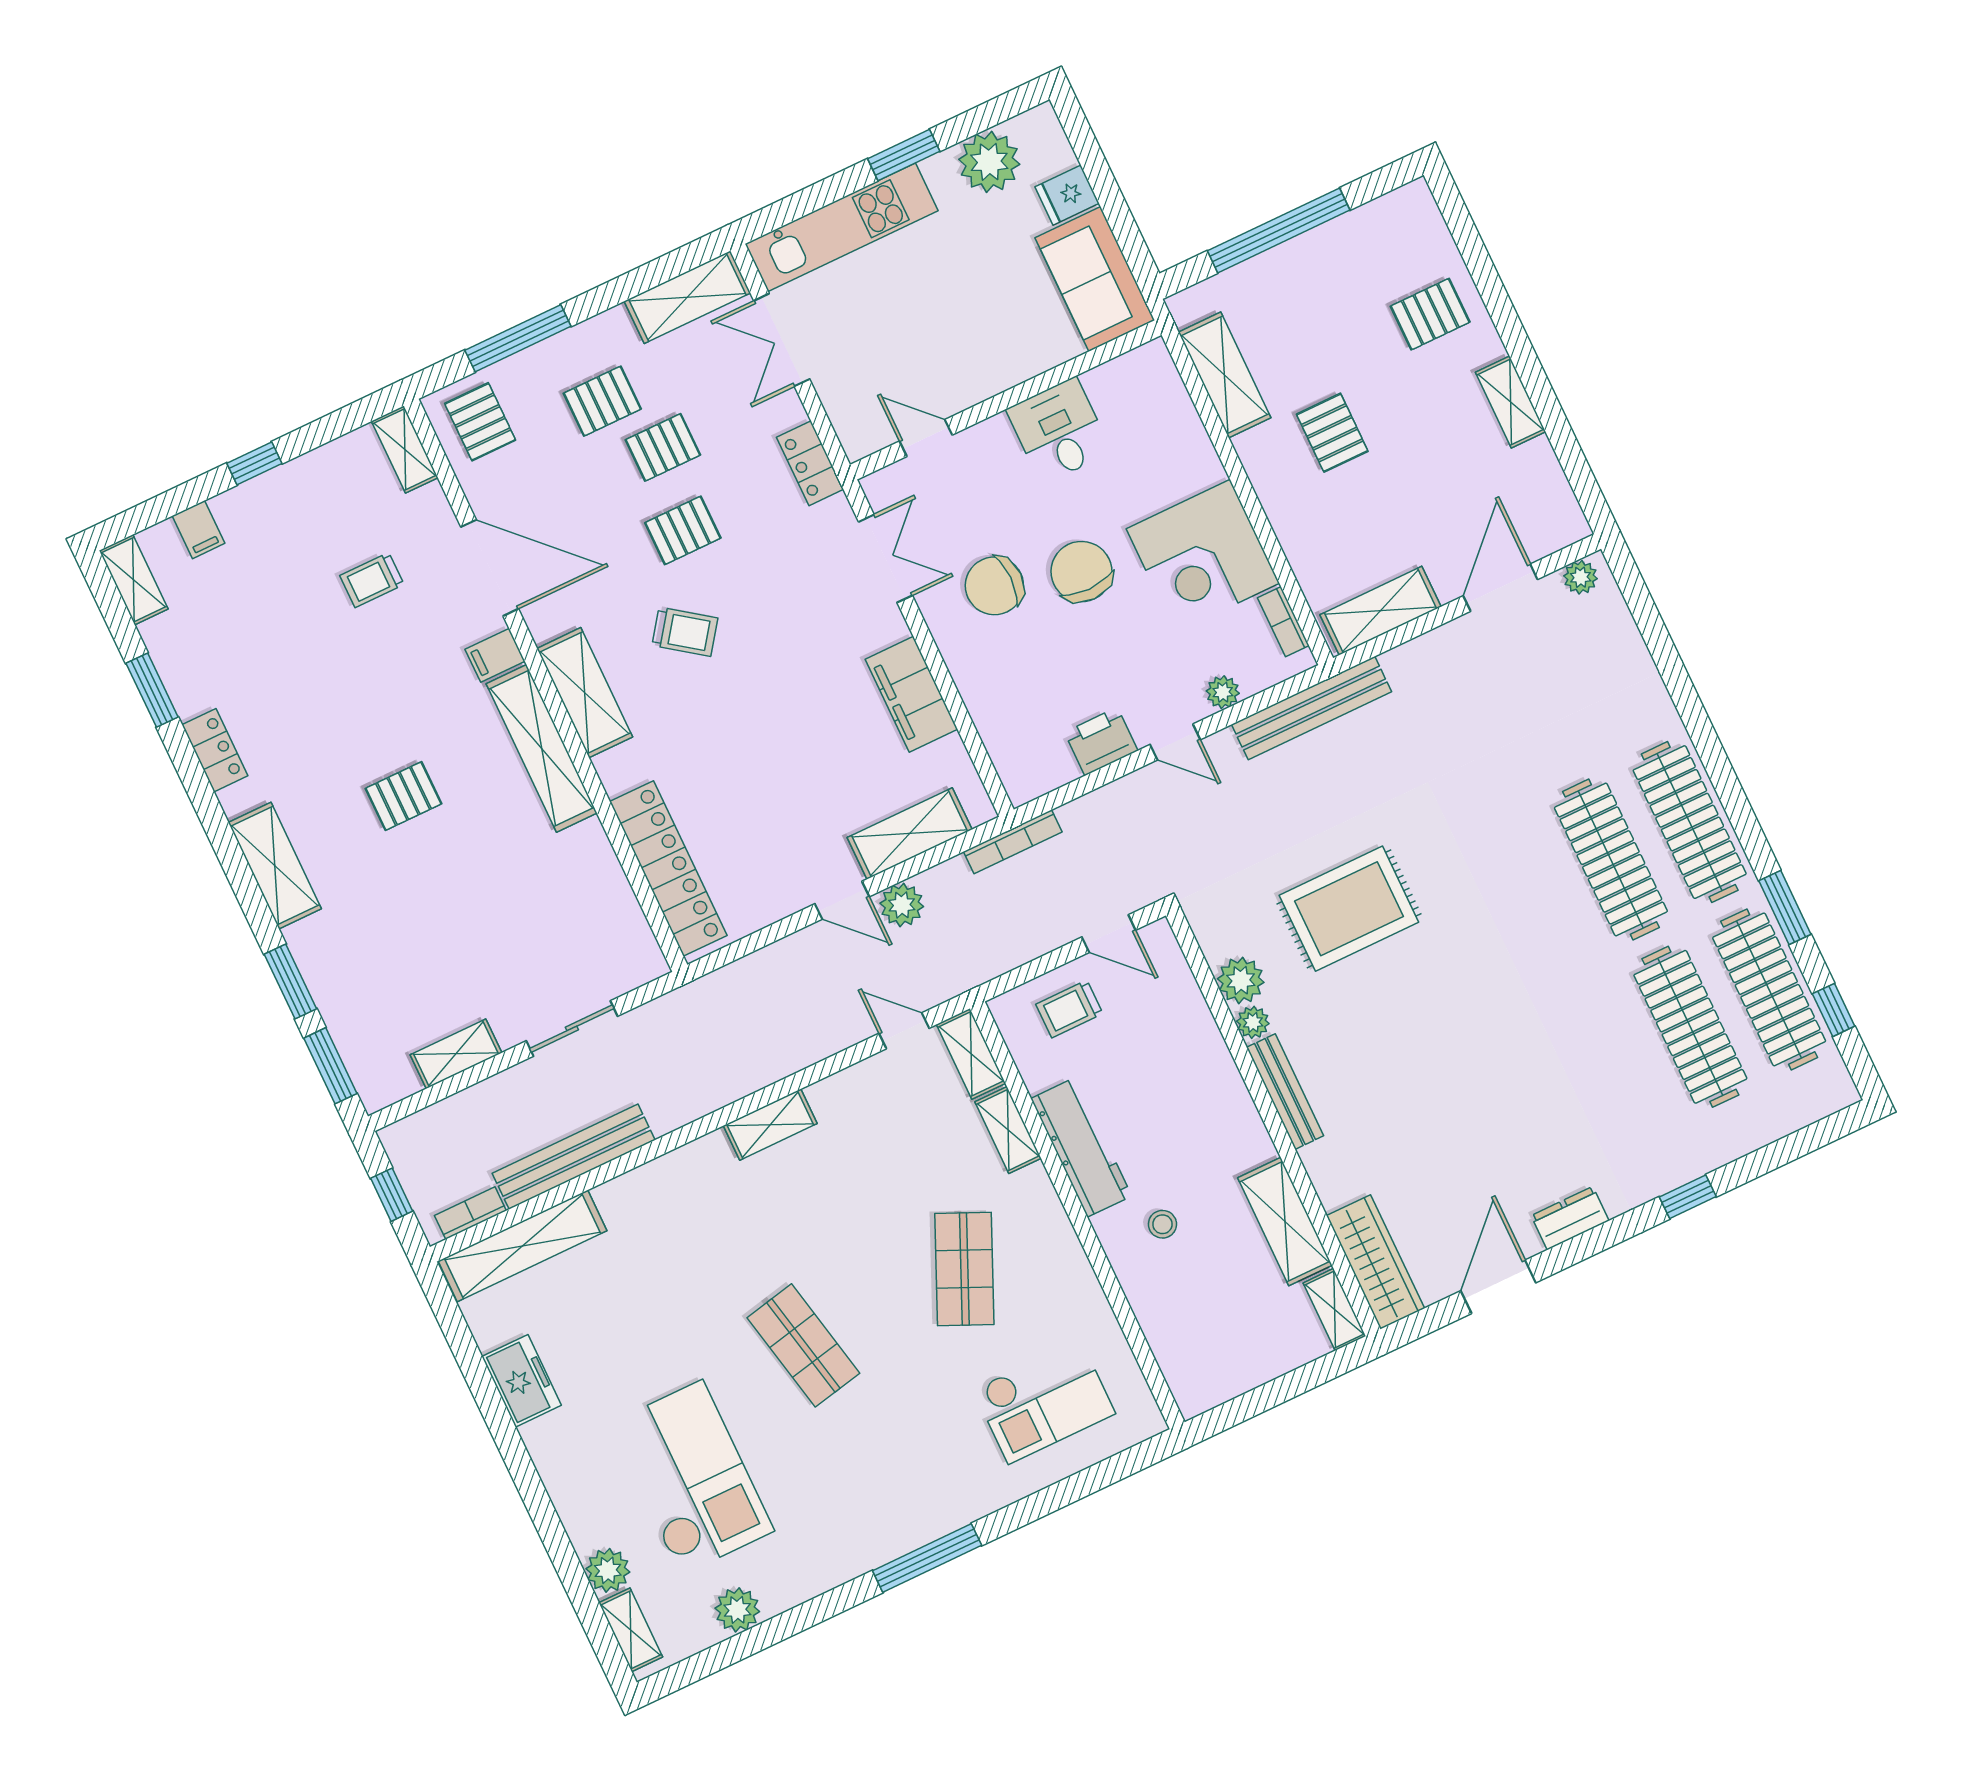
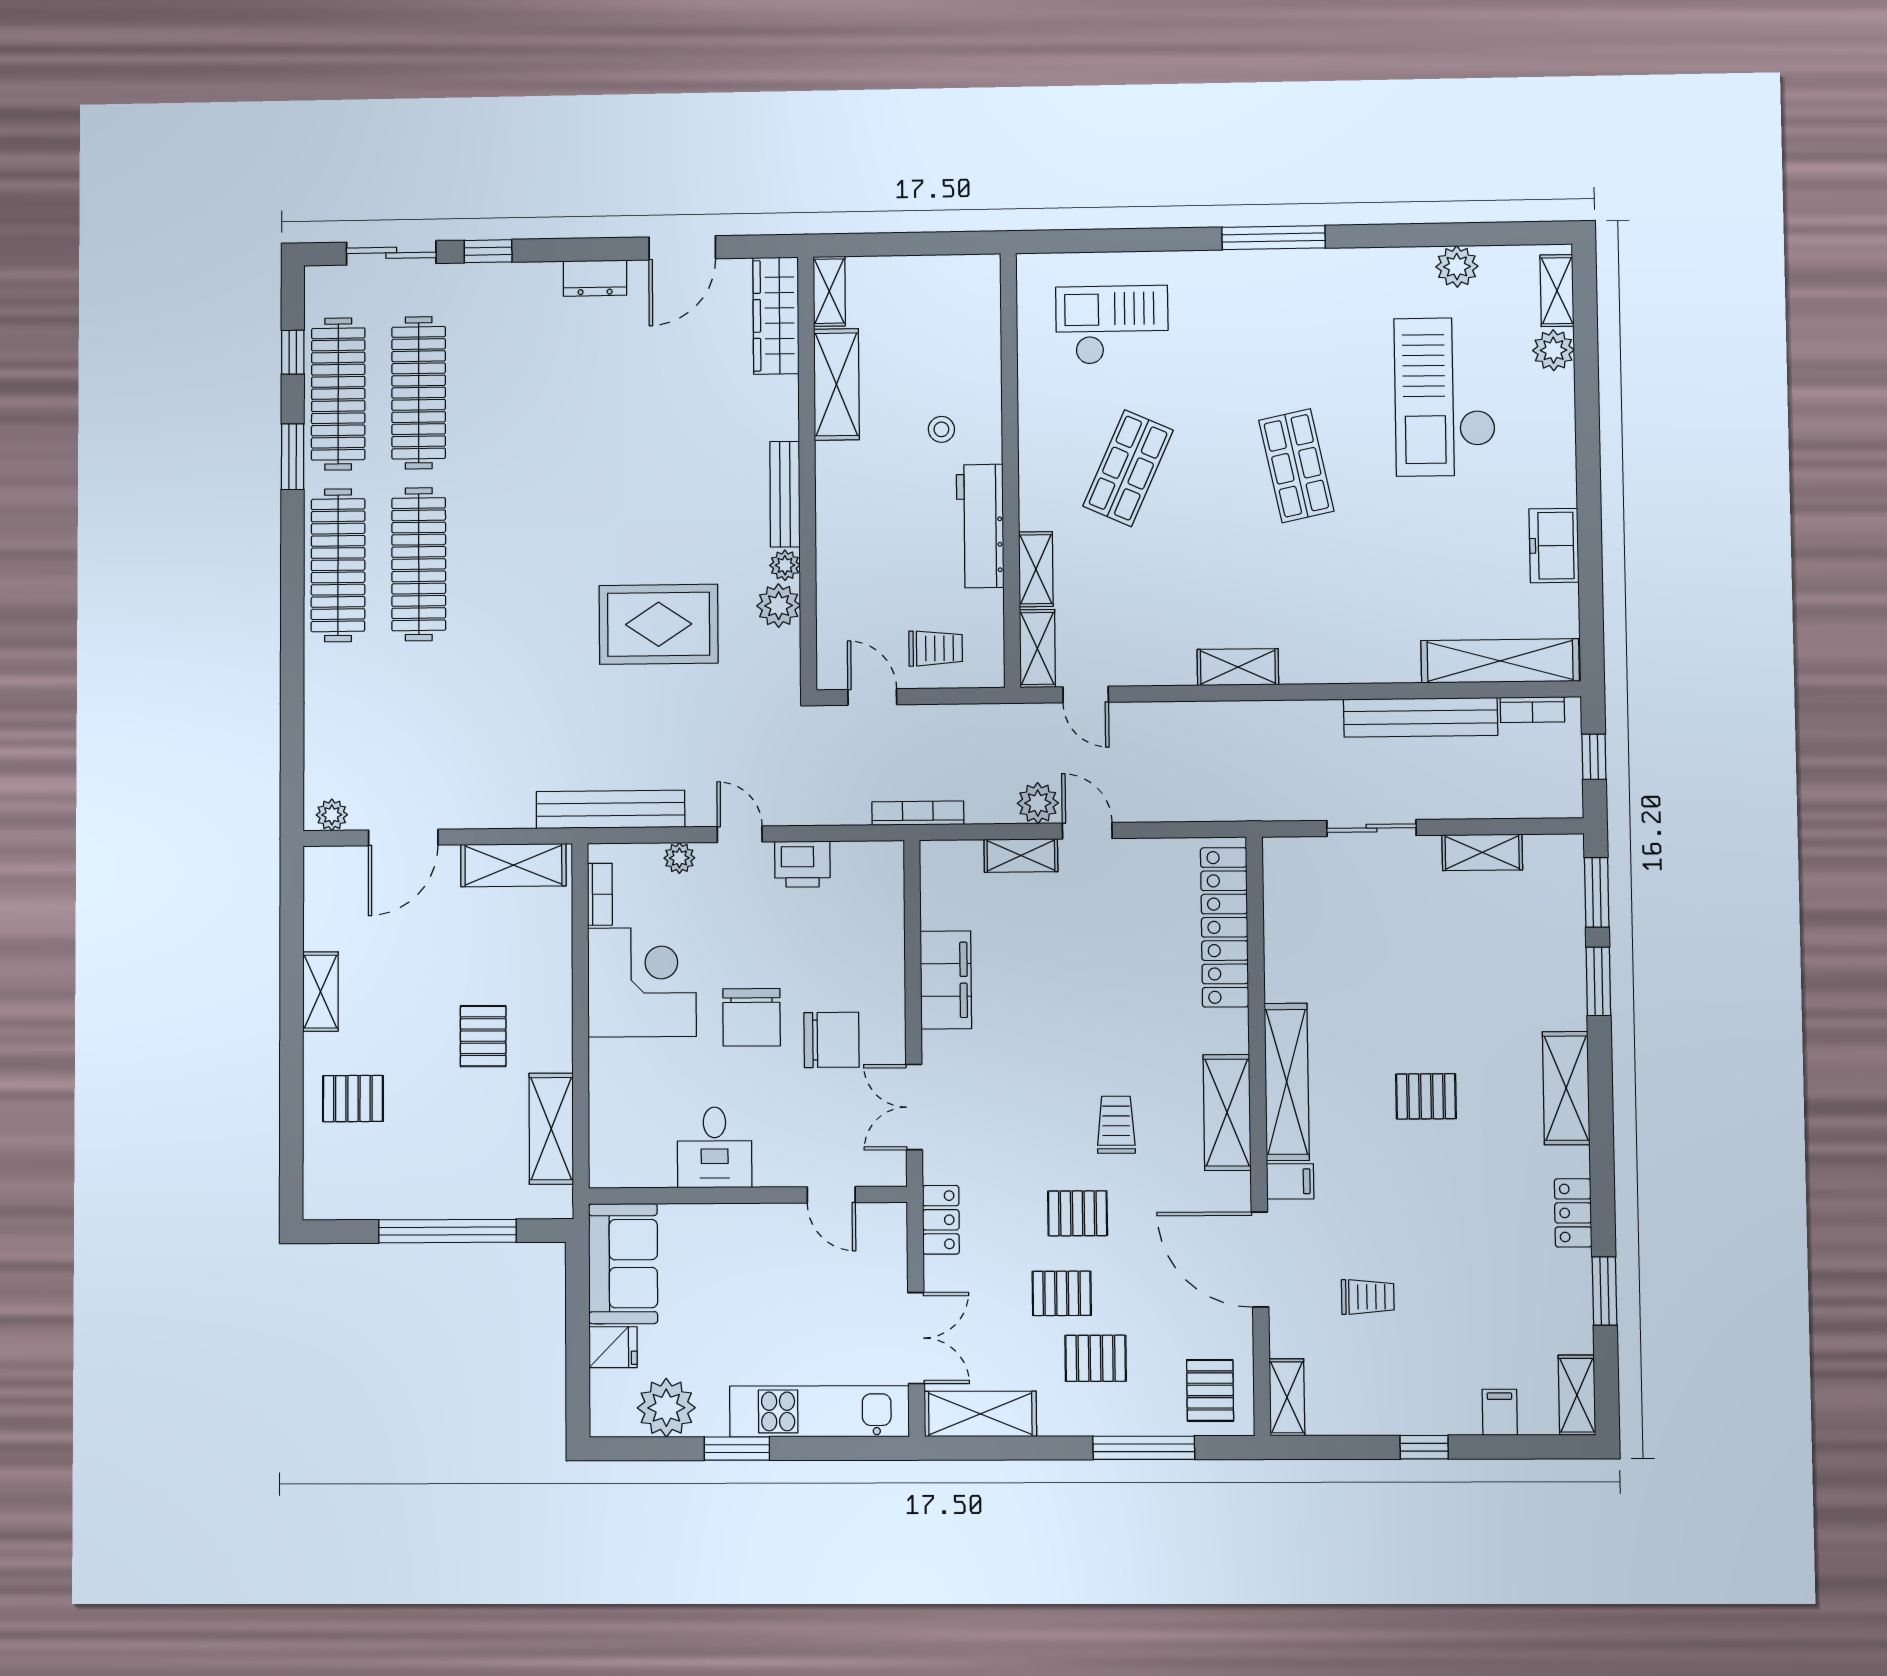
trolley: (685, 632) -> (1116, 1125), turned 54
shelving: (910, 833) -> (1021, 856), width x0.67, depth x0.75
sliding door: (1783, 1152) -> (391, 253), added

